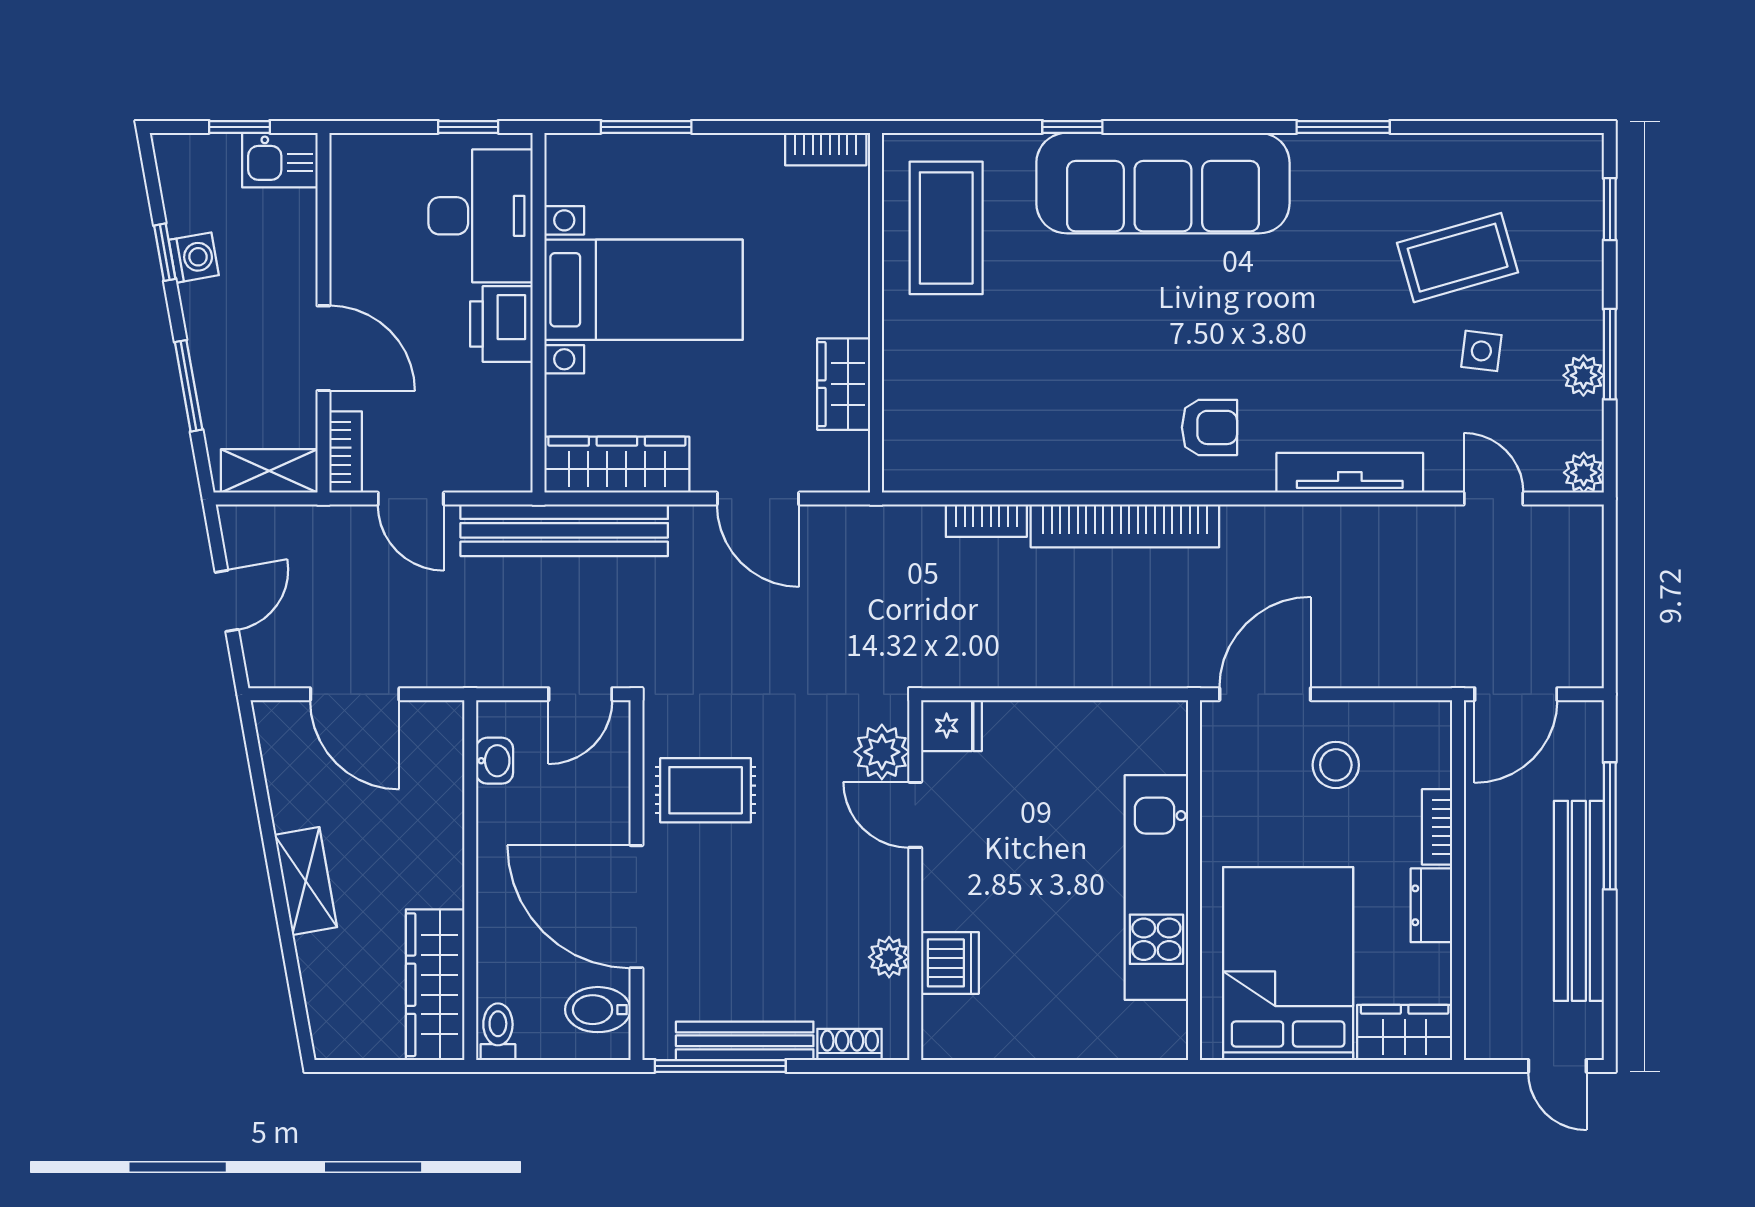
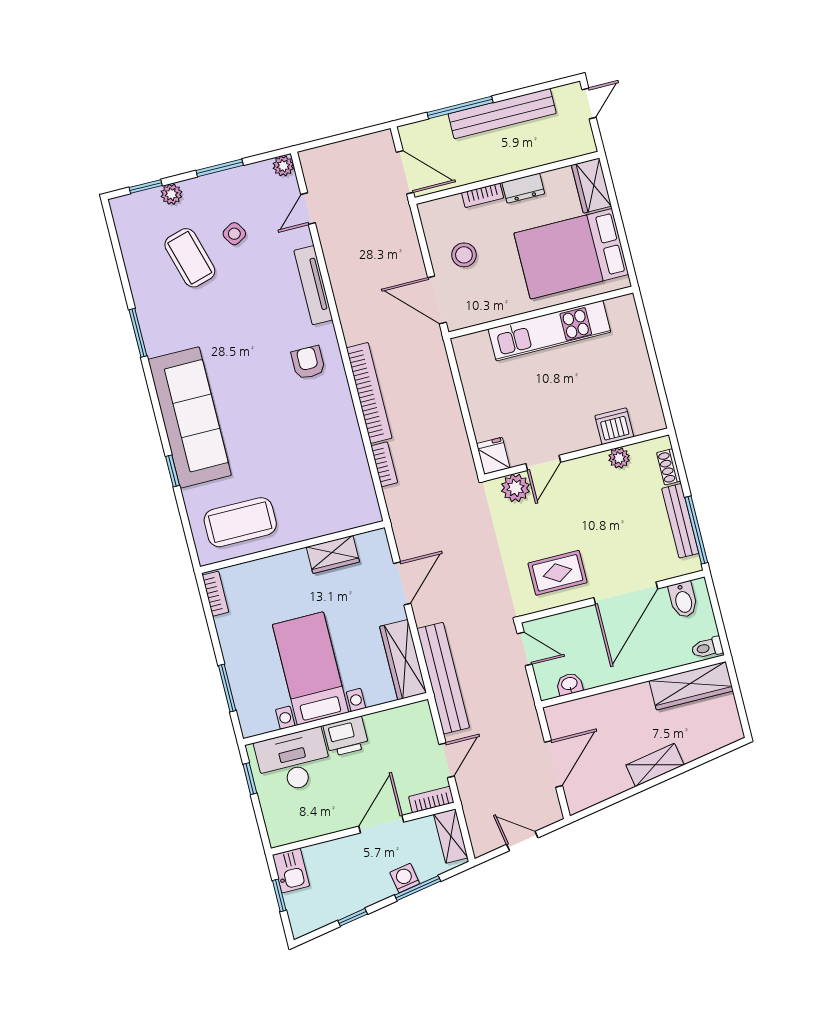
washing machine: (194, 258) -> (405, 878), moved
side table: (1481, 351) -> (234, 234), turned -38
plant: (1583, 375) -> (171, 194), moved
rug: (706, 790) -> (558, 573), turned 90

